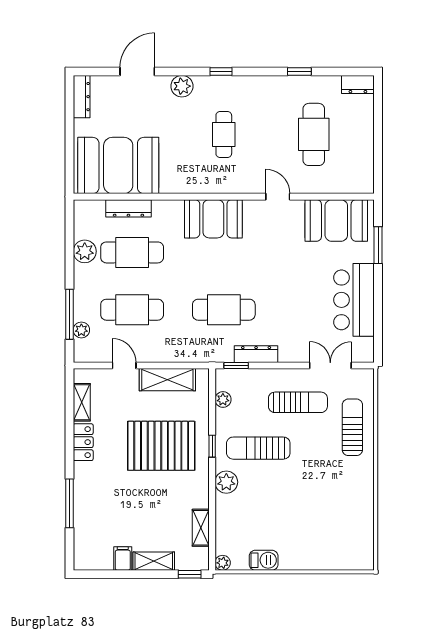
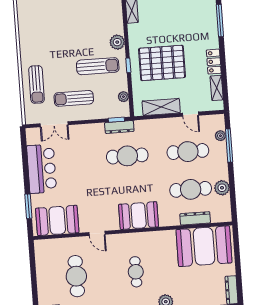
dresser: (256, 354) -> (119, 127), moved

